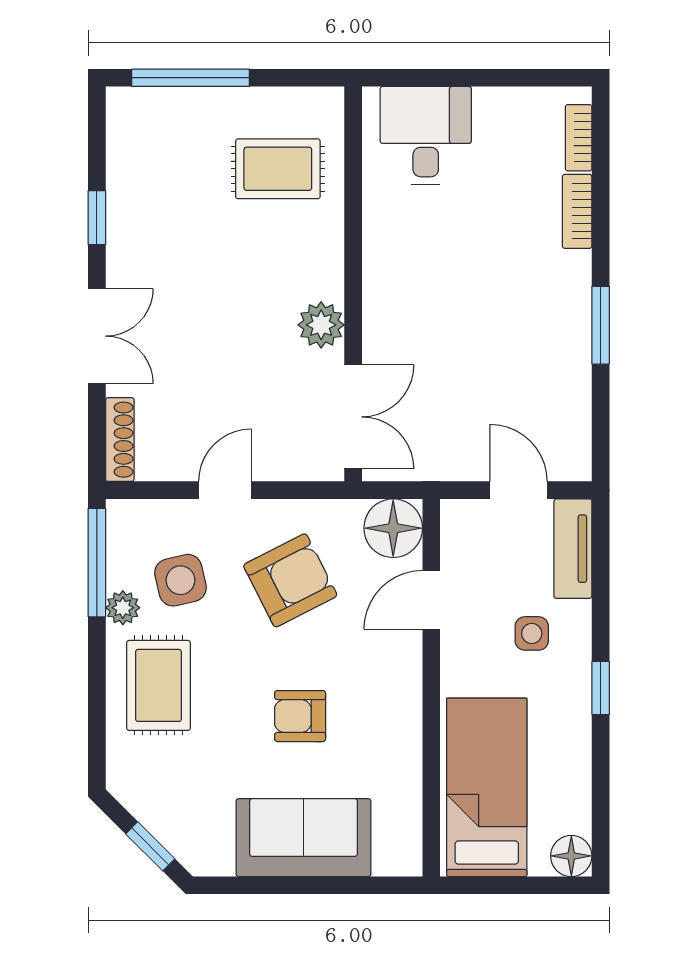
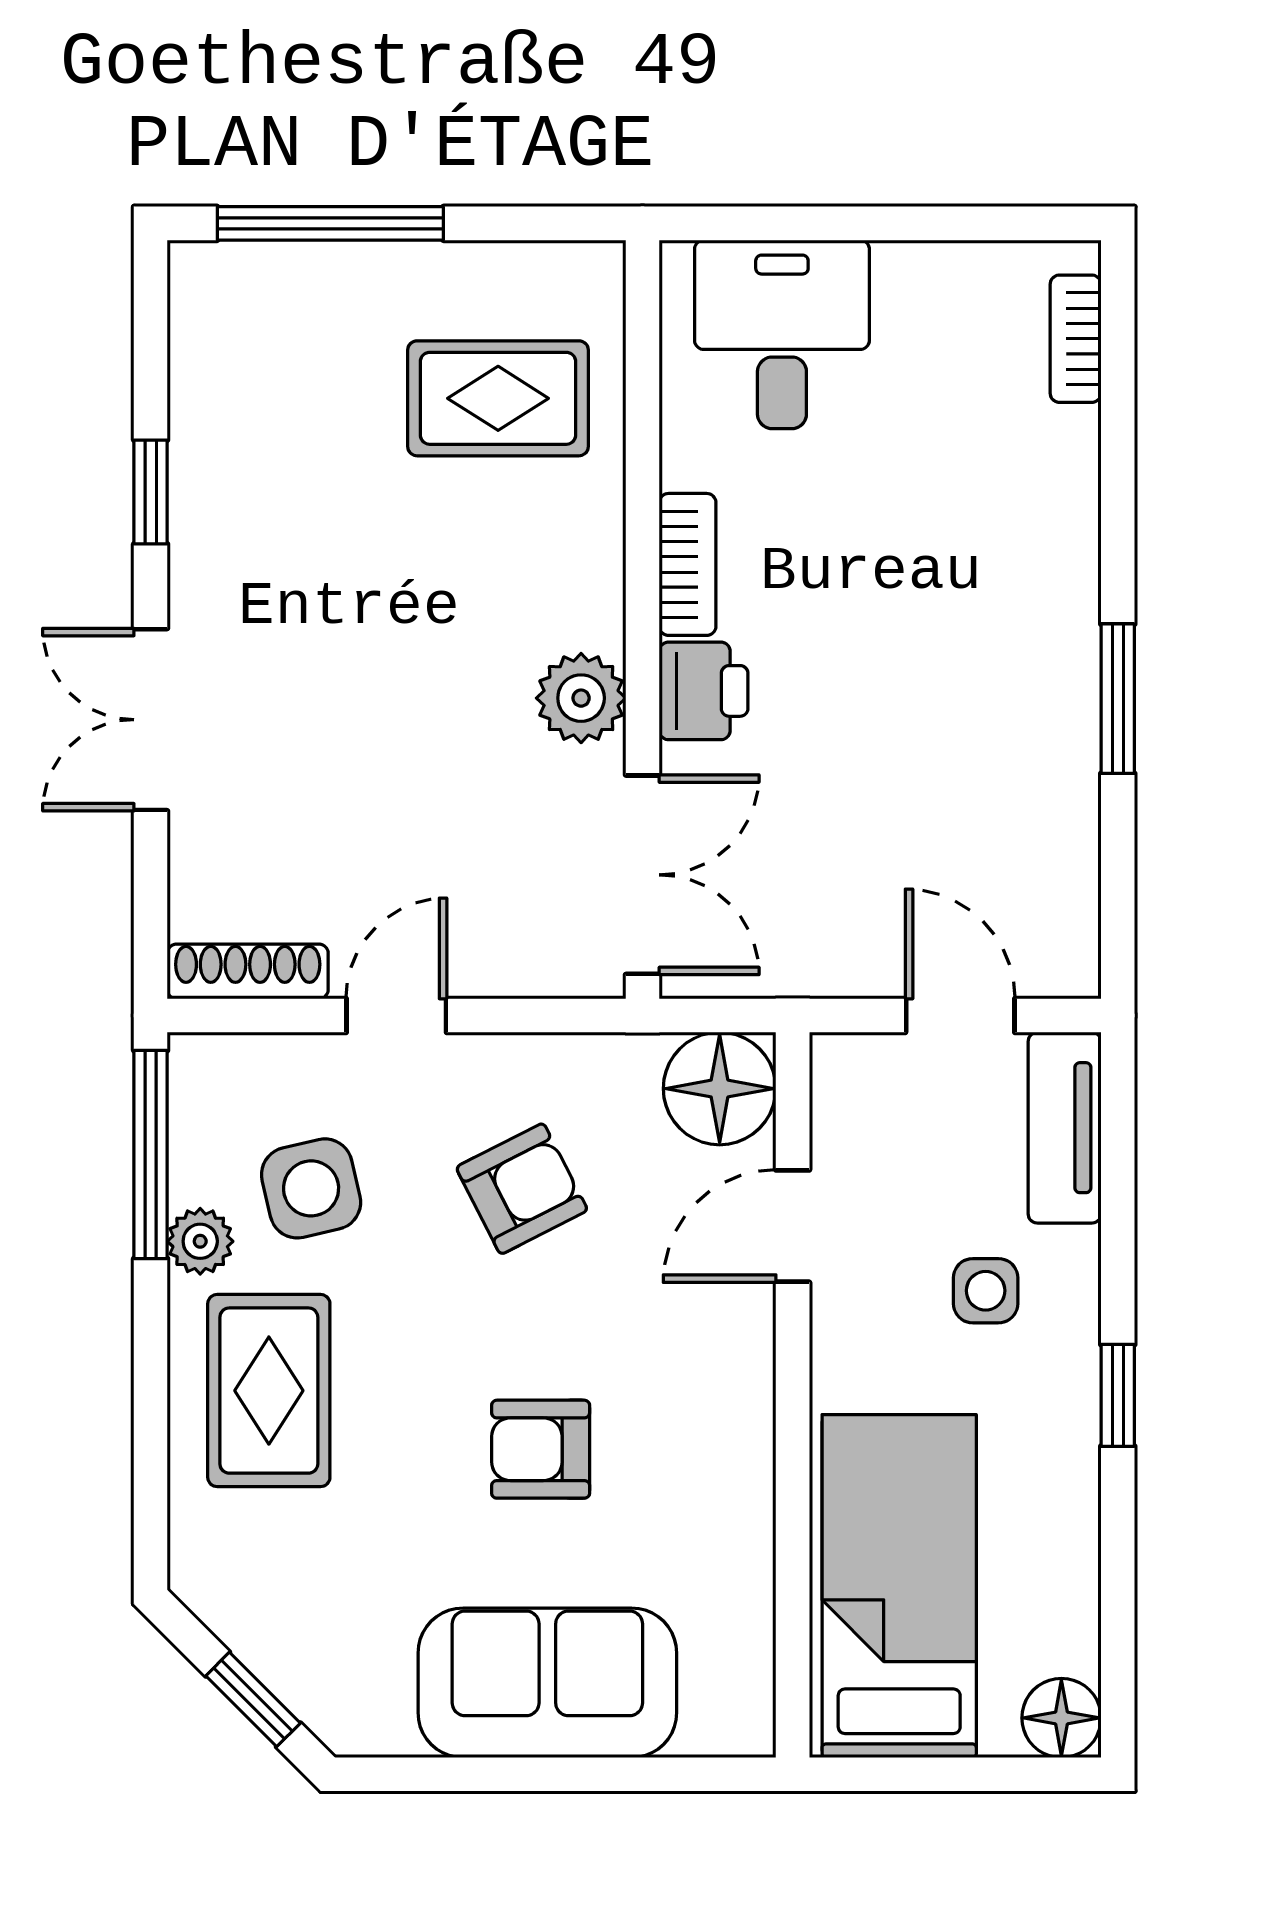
bookcase: (577, 211) -> (688, 564), moved, turned 180
printer: (385, 321) -> (704, 691), added
double door: (97, 336) -> (151, 720), swing flipped
shoe rack: (120, 440) -> (248, 971), moved, turned -90
armchair: (290, 580) -> (522, 1189), width x0.72, depth x0.72

